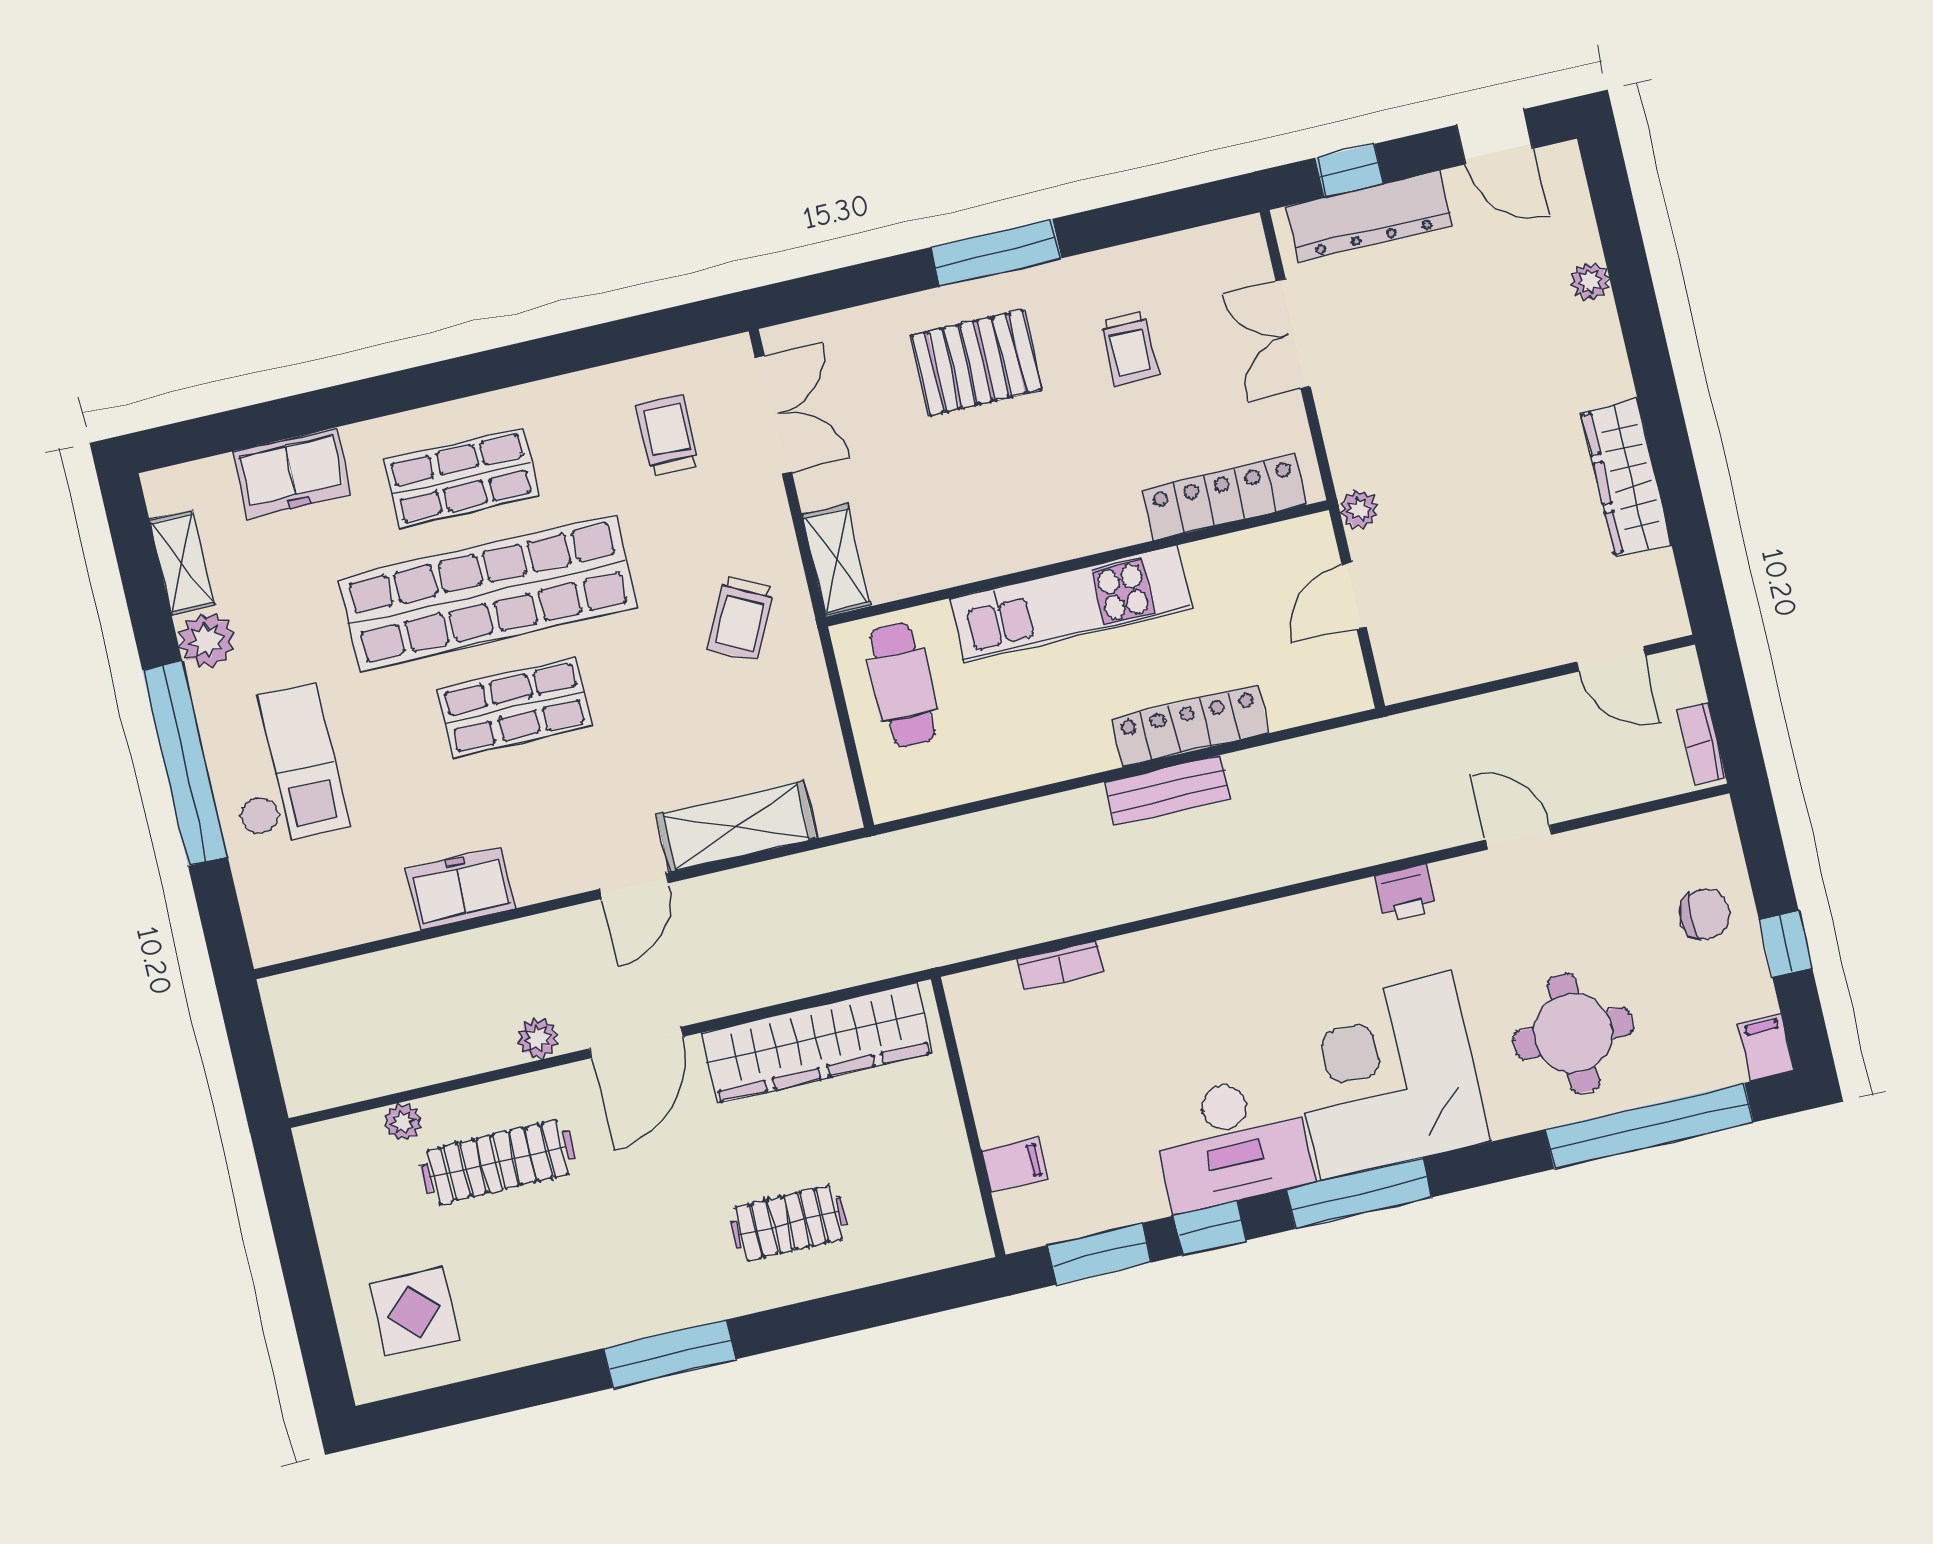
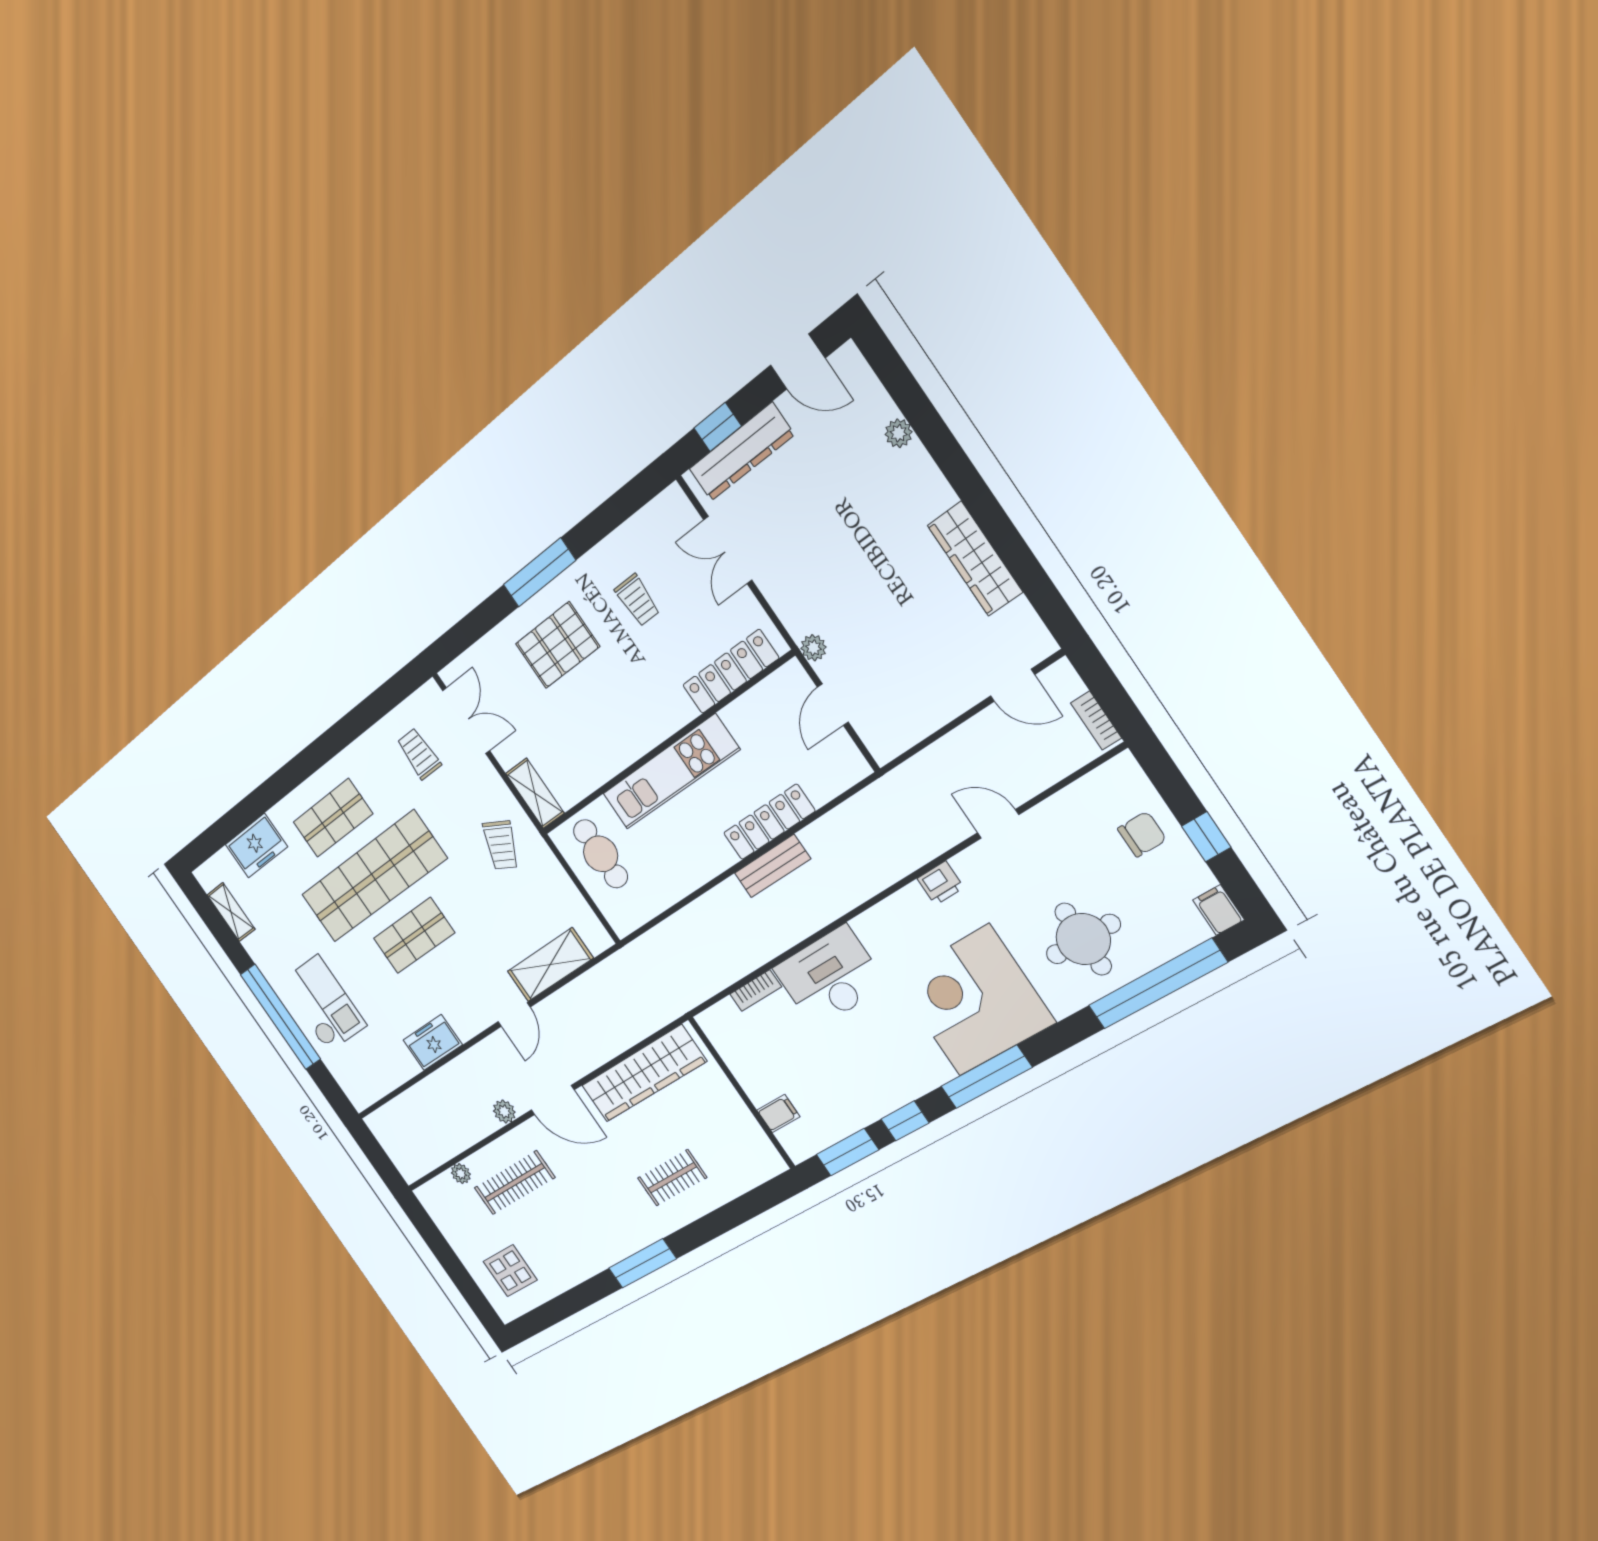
plant: (207, 640) -> (260, 949), removed
door: (636, 1043) -> (553, 1100), hinge flipped
desk: (1232, 1143) -> (830, 977), moved, turned 180

